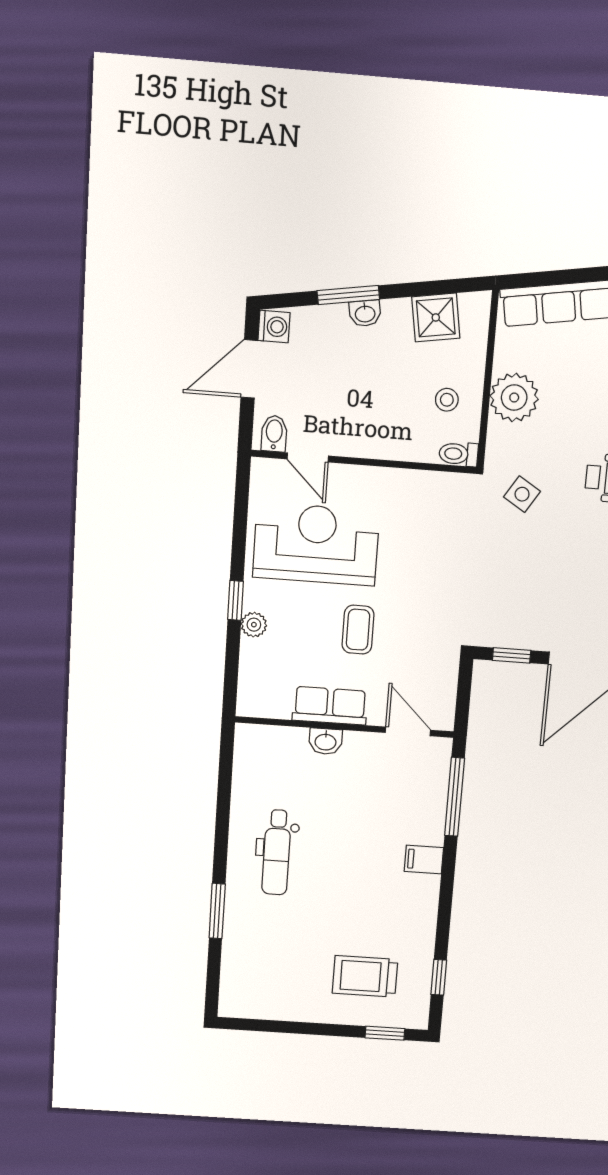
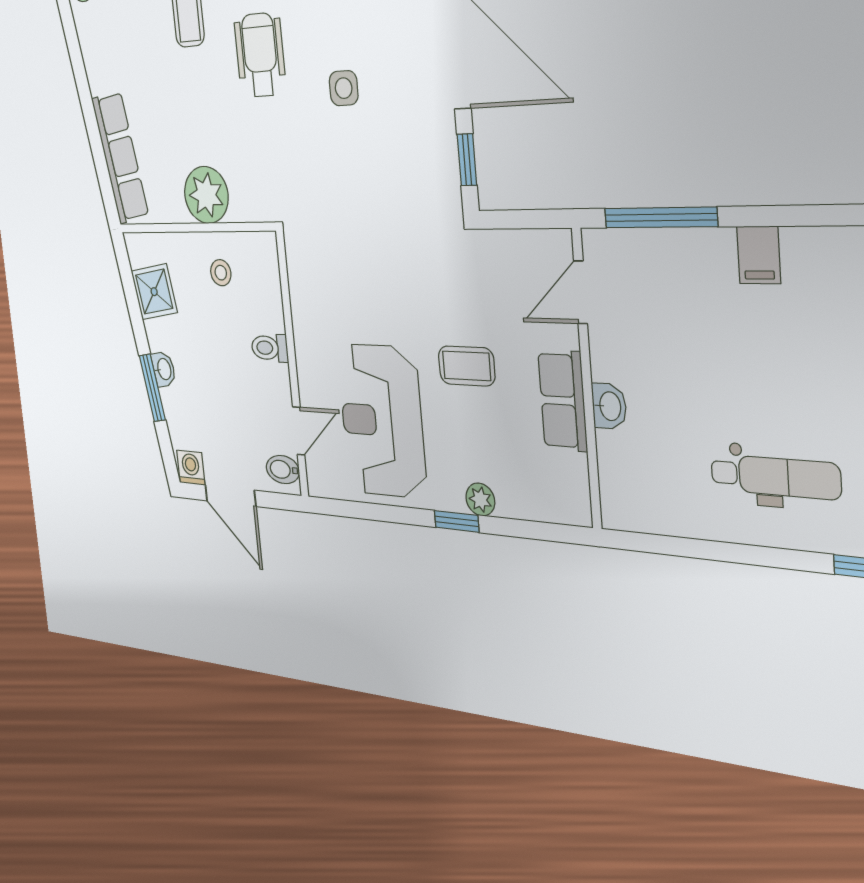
toilet: (459, 454) -> (270, 348), moved, turned 90
side table: (522, 494) -> (344, 88), moved, turned -32

